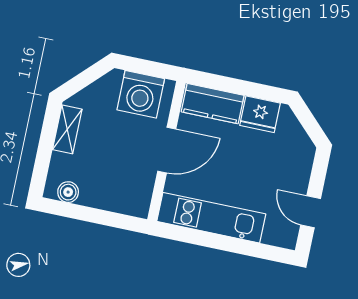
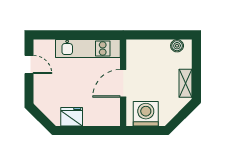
kitchen counter: (213, 104) -> (101, 117), removed

